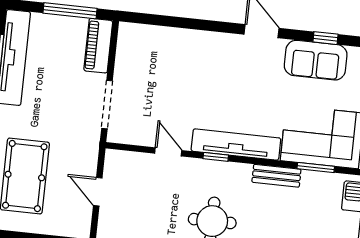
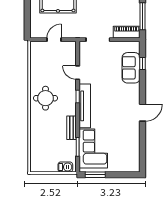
window: (325, 38) -> (143, 63), moved
sofa: (316, 60) -> (131, 68), moved
door: (168, 152) -> (78, 73), swing flipped

